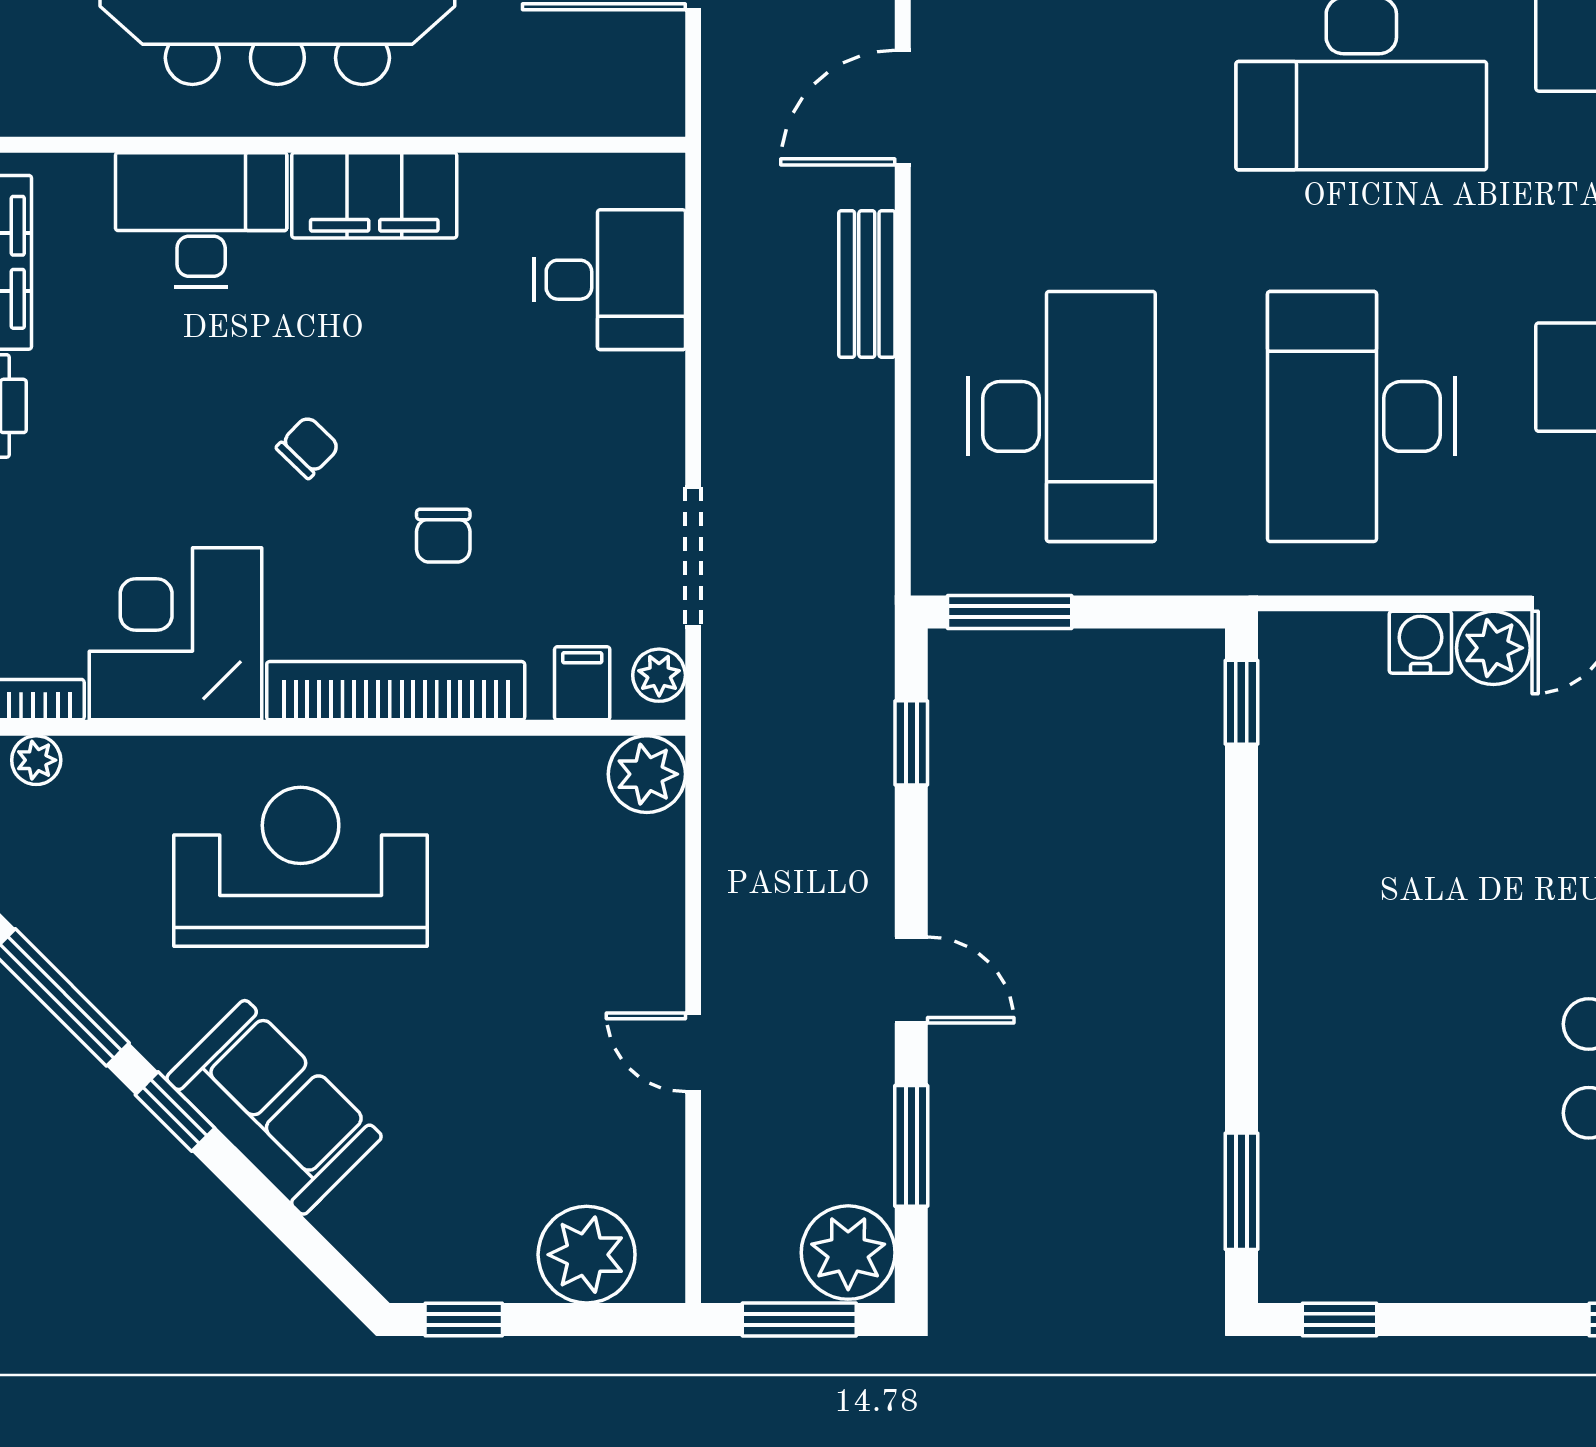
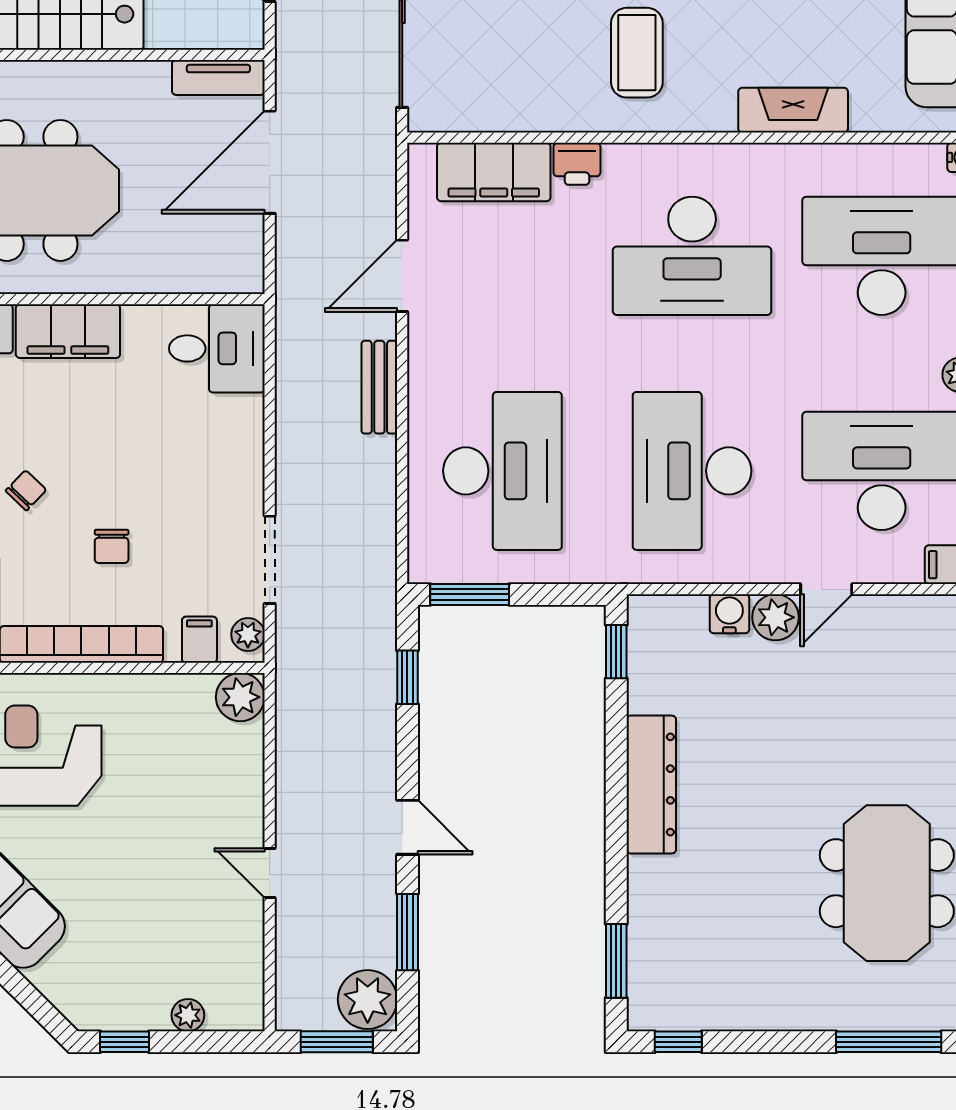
desk: (610, 280) -> (217, 348), moved
dresser: (1297, 912) -> (651, 785), added
plant: (587, 1255) -> (188, 1015), width x0.53, depth x0.53

